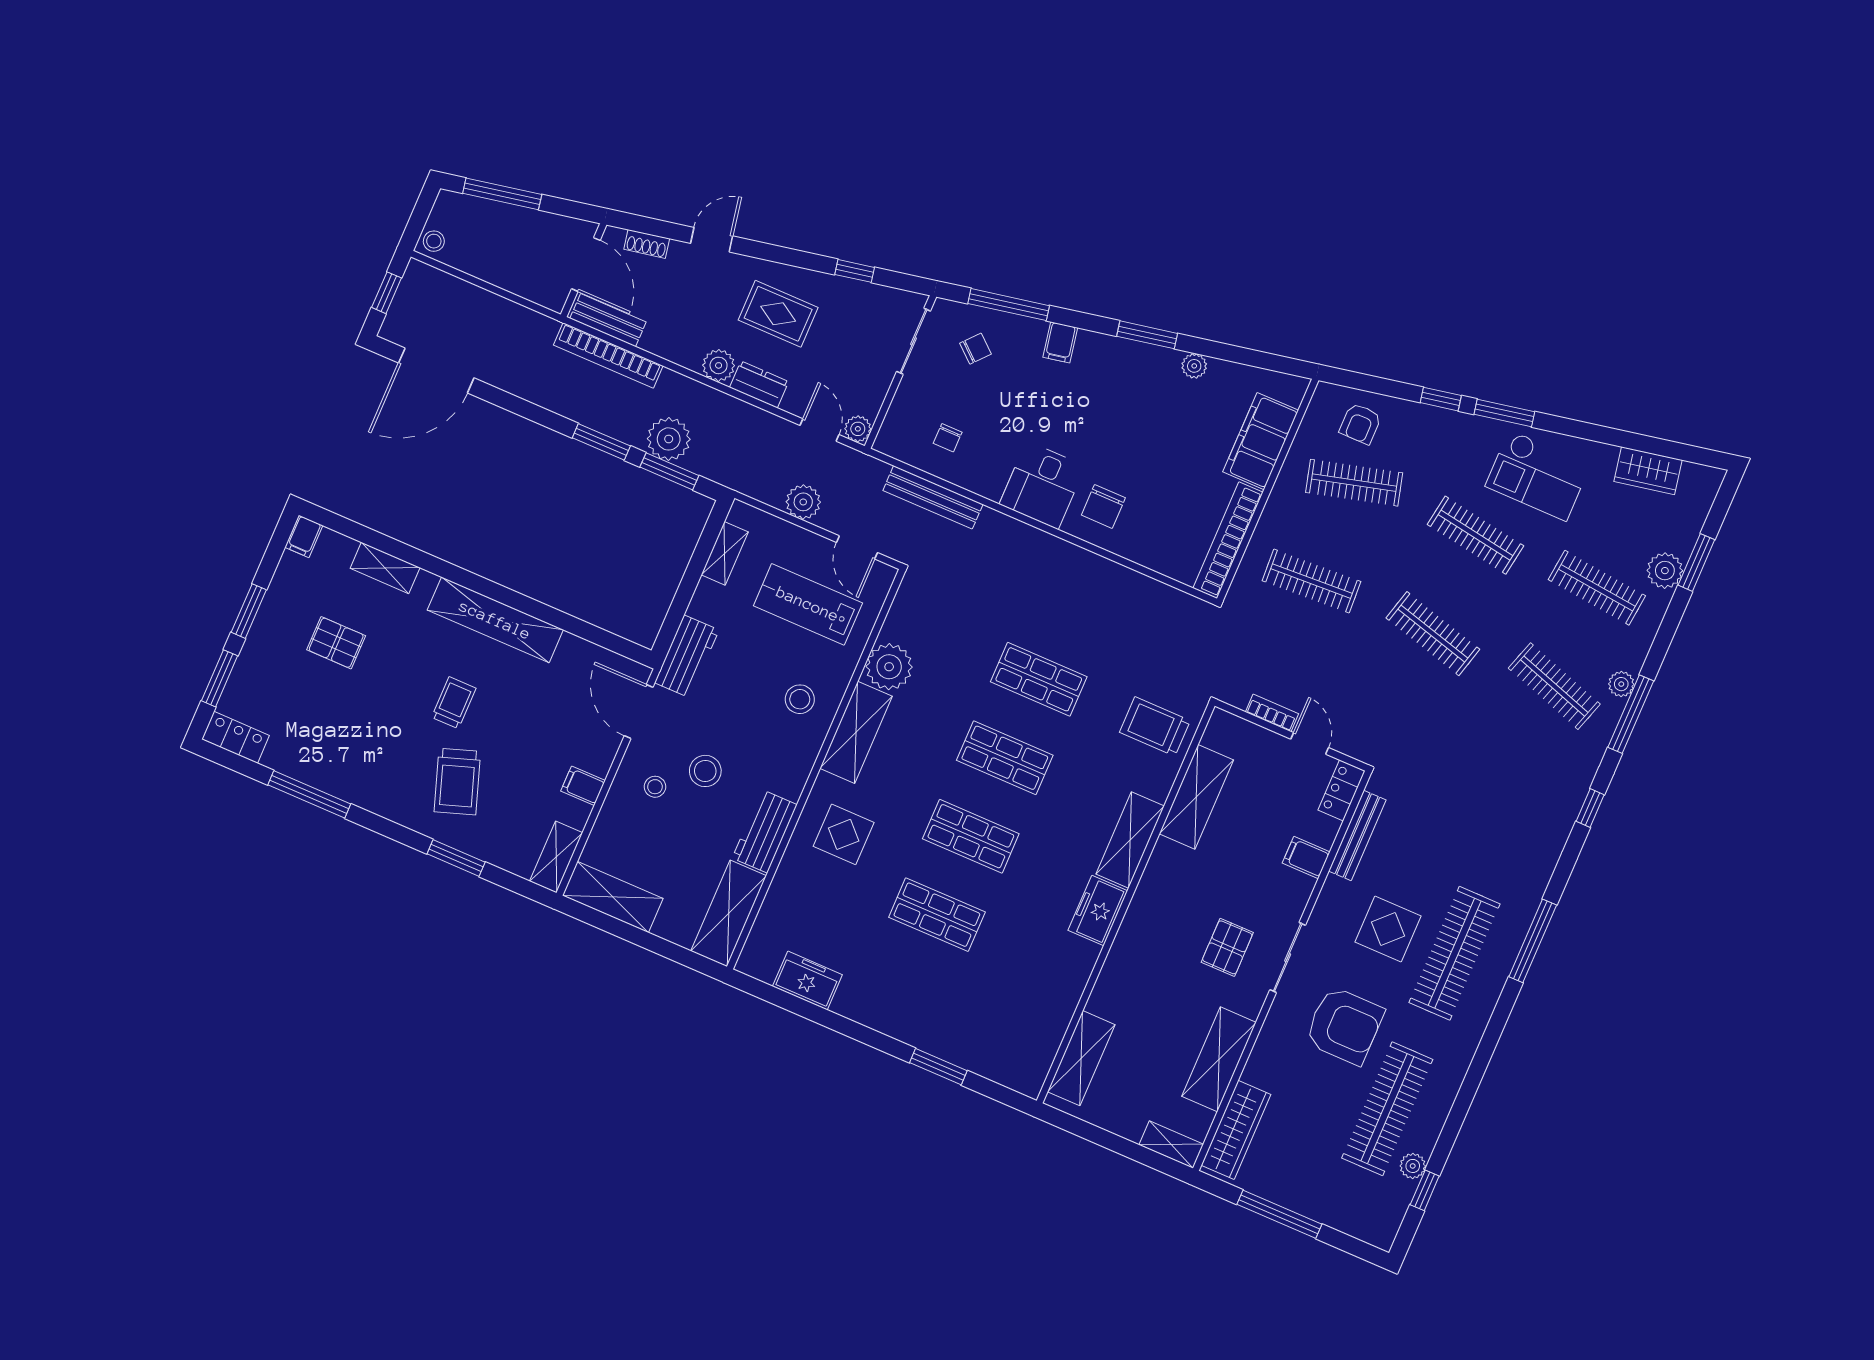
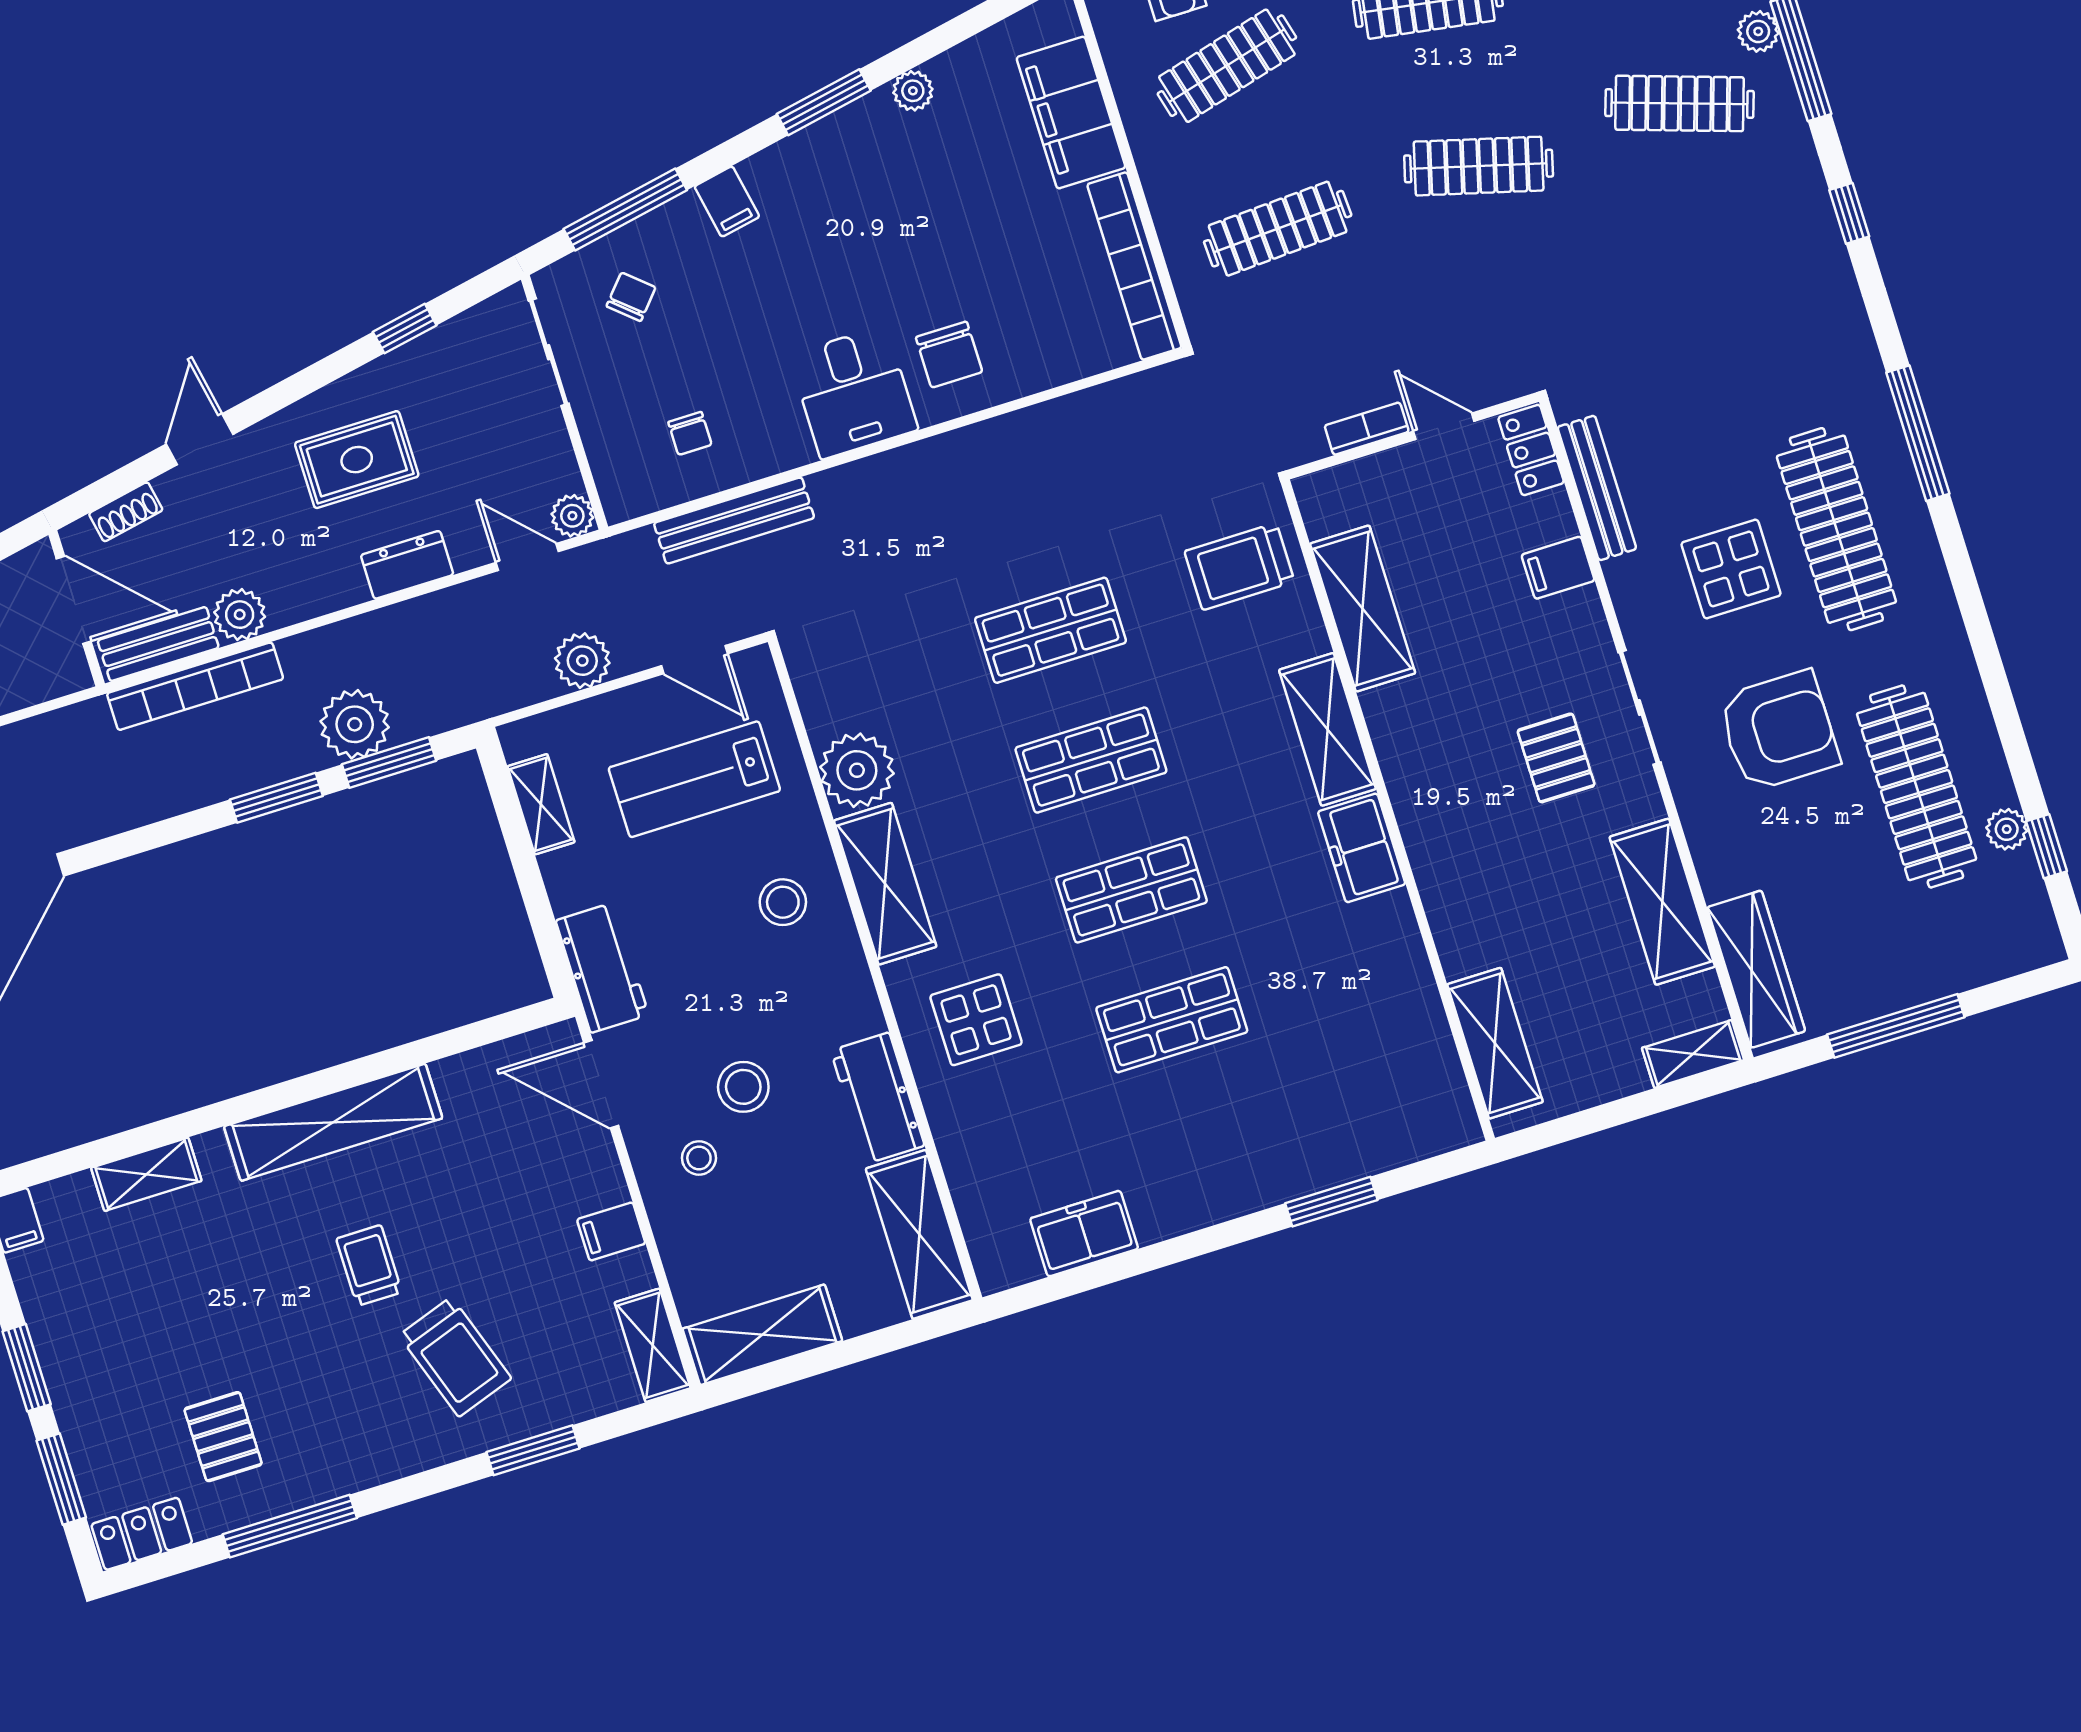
plant: (719, 365) -> (240, 615), moved
pallet: (336, 643) -> (223, 1437), moved, turned 90

